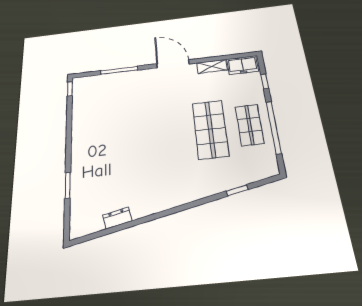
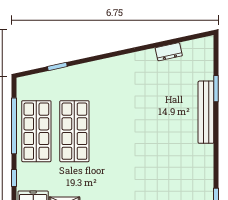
shop shelf: (249, 125) -> (36, 131), width x1.43, depth x1.36
bench: (78, 161) -> (206, 112), added

